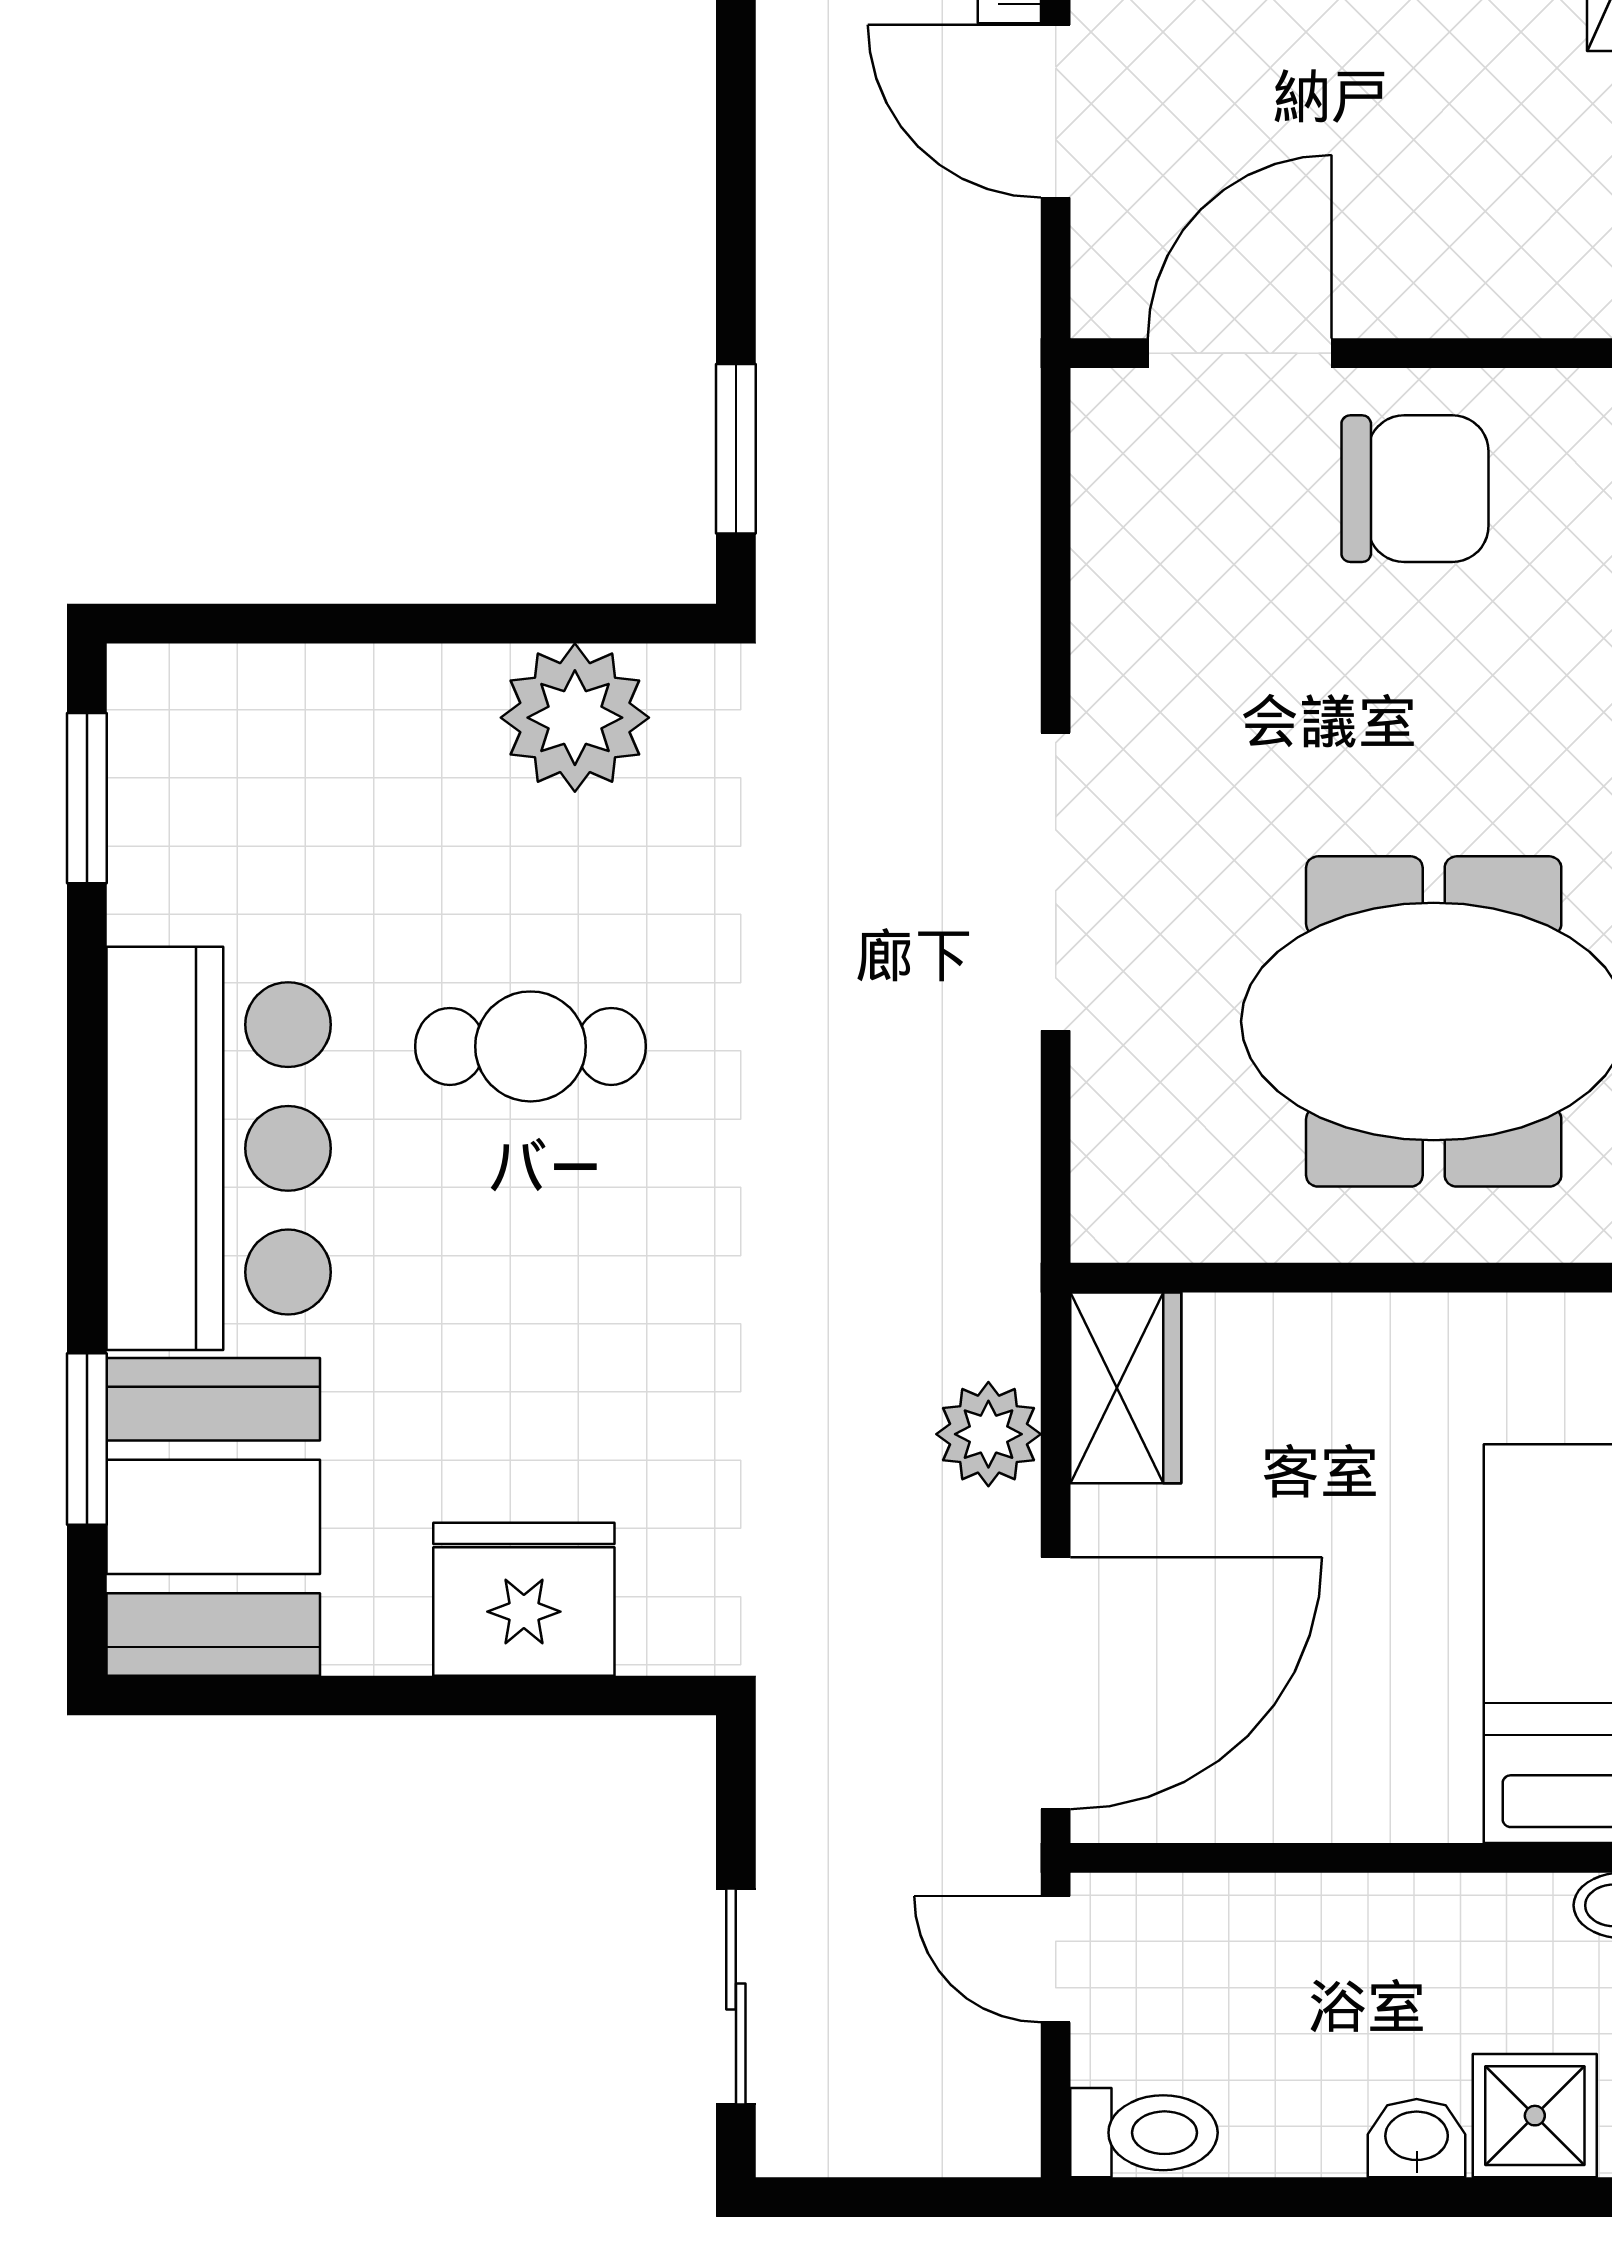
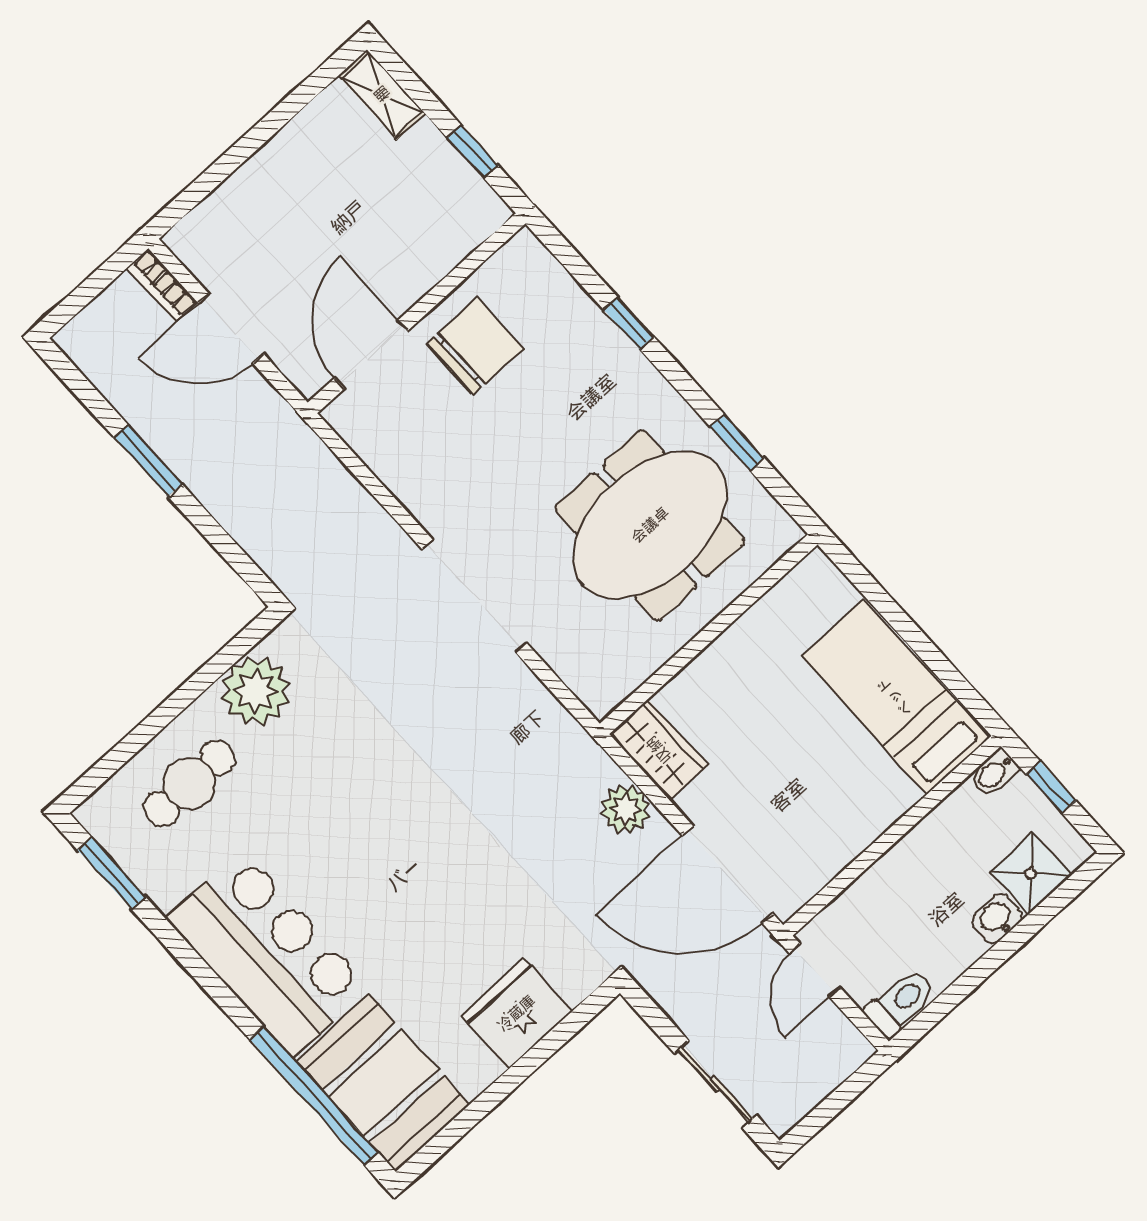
window: (736, 449) -> (148, 461), moved
cafe table: (531, 1046) -> (189, 783), moved
window: (87, 1439) -> (314, 1096), width x2.11
door: (1056, 1683) -> (728, 874), swing flipped
door: (1056, 1959) -> (815, 970), hinge flipped

